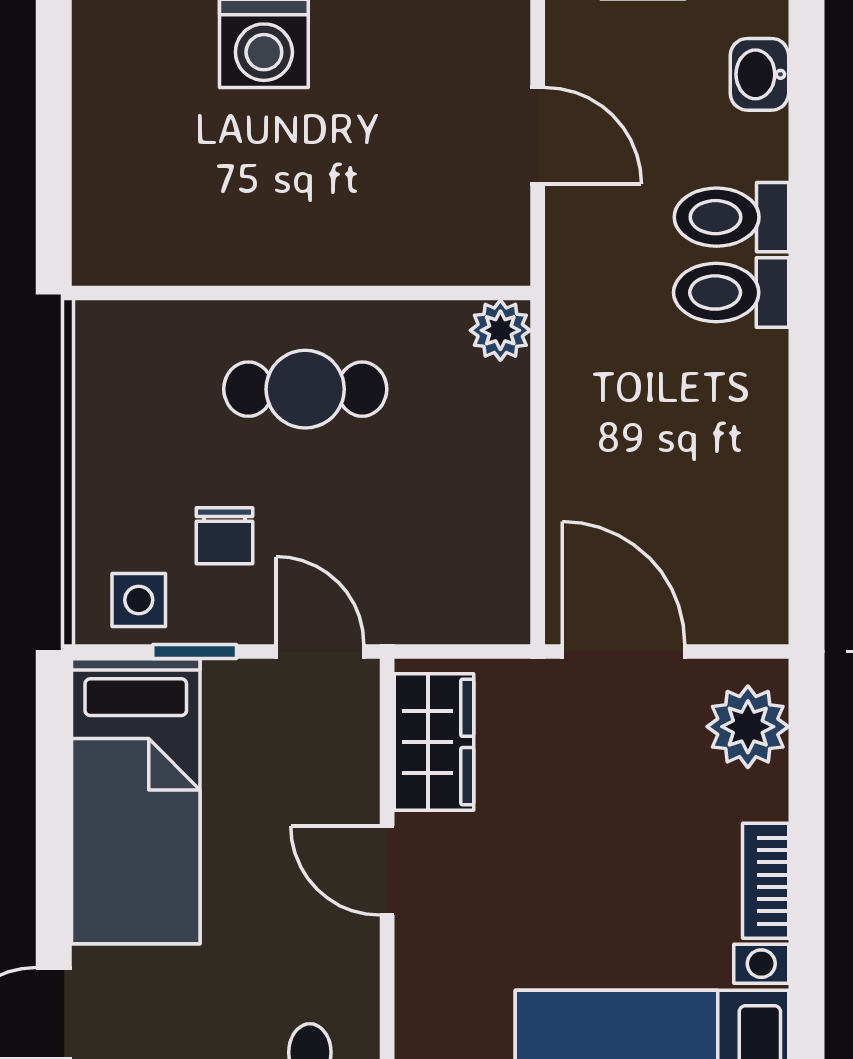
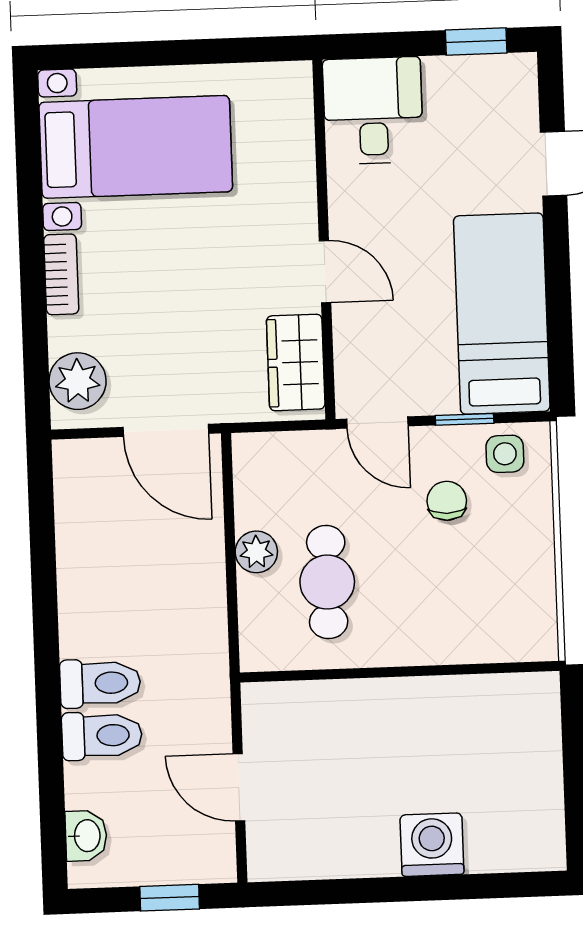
plant: (500, 330) -> (256, 552), moved
cafe table: (305, 389) -> (327, 582), moved, turned 90

